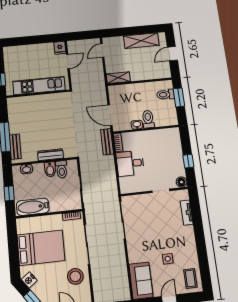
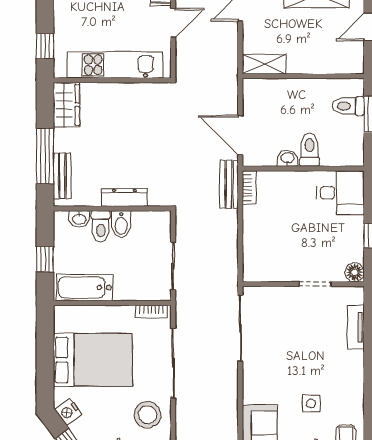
wardrobe: (14, 109) -> (66, 105), added
desk: (130, 163) -> (340, 193), moved, turned 180
toilet: (62, 169) -> (101, 226), moved

